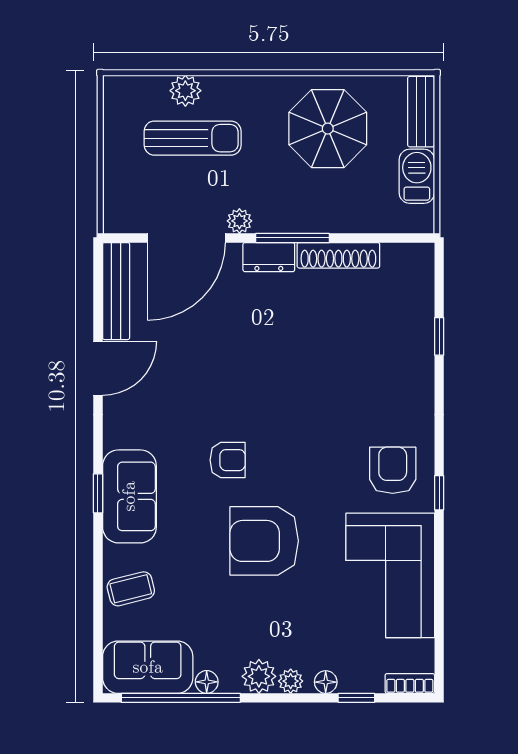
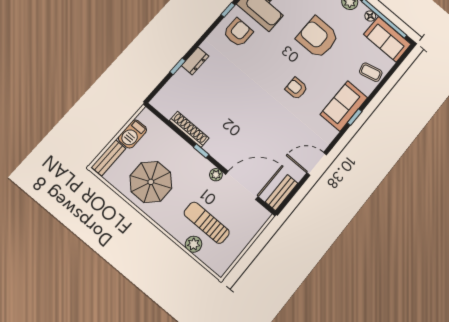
window: (293, 238) -> (201, 151), width x0.46
dresser: (269, 257) -> (195, 61), moved, turned 90
bench: (116, 291) -> (282, 193), width x0.73
armchair: (393, 470) -> (238, 33), turned 180
armchair: (264, 541) -> (318, 37), moved, turned 180

